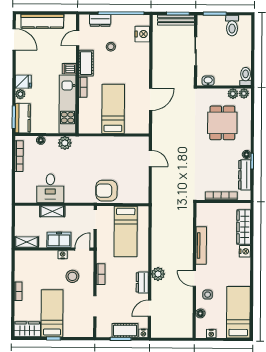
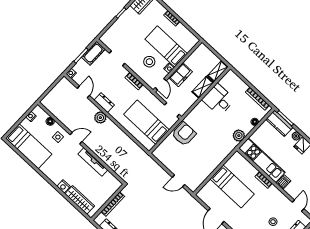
cot: (86, 63) -> (277, 196), removed
shelving: (26, 242) -> (218, 71), moved
bed: (52, 313) -> (166, 46), moved, turned 180
cot: (125, 330) -> (93, 53), moved

